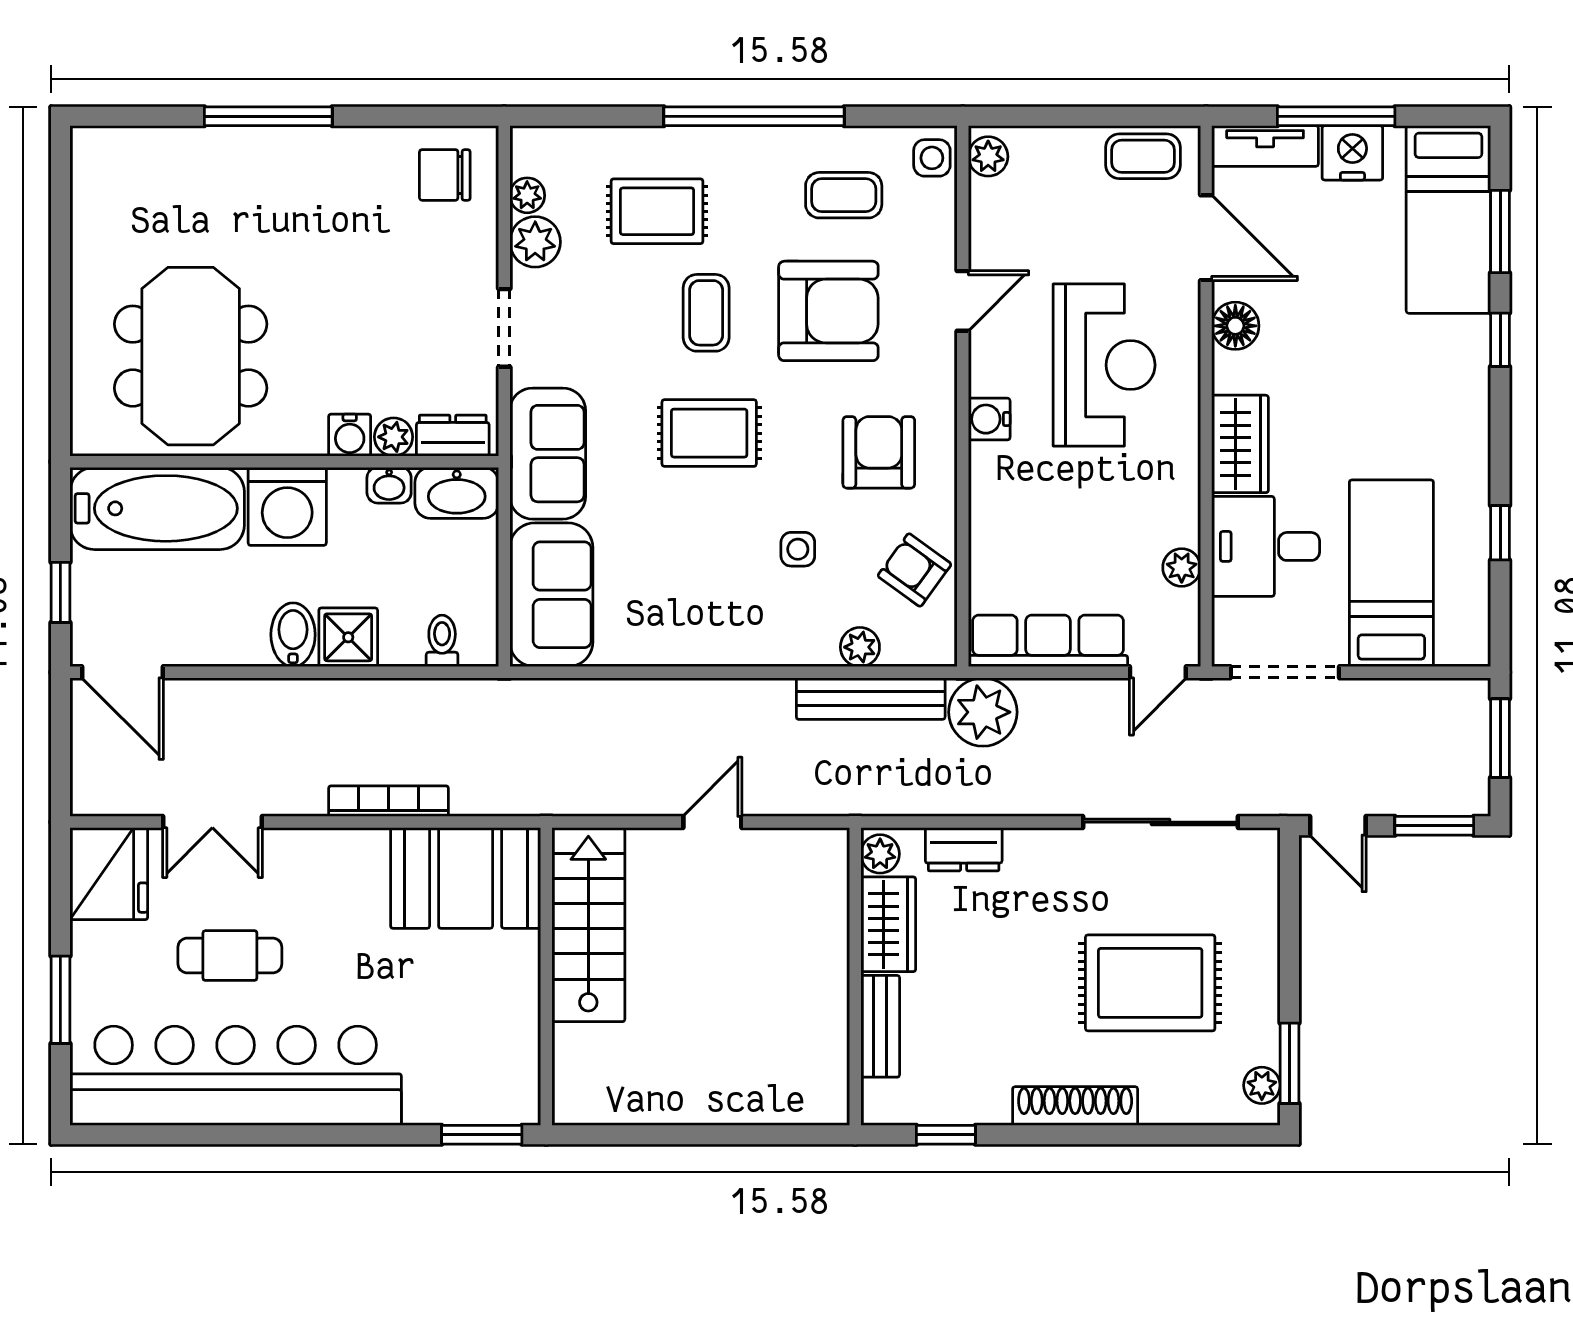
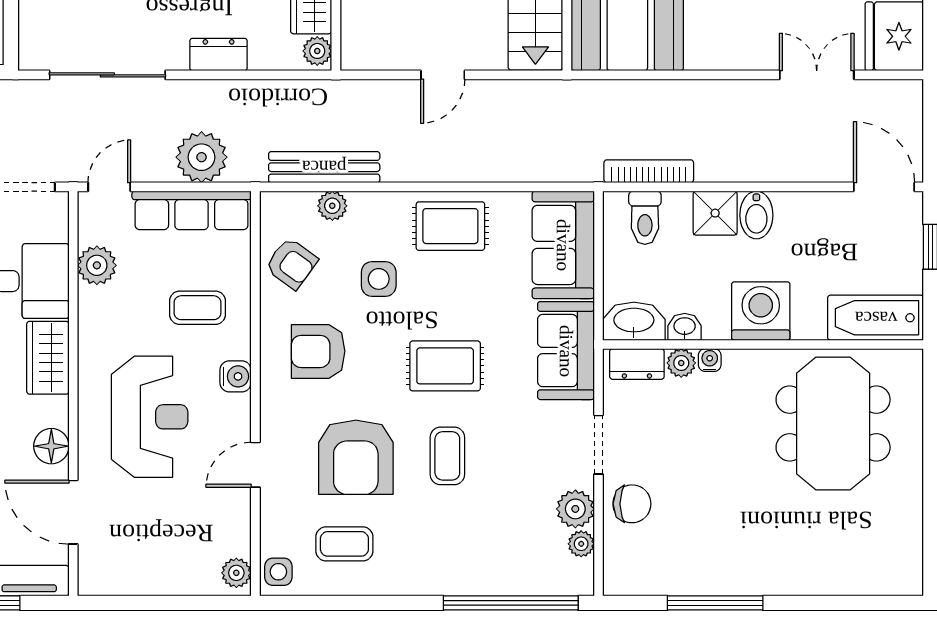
window: (268, 116) -> (715, 603), moved
window: (754, 116) -> (511, 603), moved
coffee table: (1143, 156) -> (197, 308), moved
chair: (445, 175) -> (632, 504), moved
rug: (657, 211) -> (450, 226), moved
armchair: (828, 311) -> (356, 457), turned -90
reception desk: (1104, 365) -> (150, 417), turned 180
water cooler: (350, 435) -> (710, 360), width x0.72, depth x0.72
armchair: (879, 452) -> (318, 351), turned 90
bathtub: (157, 508) -> (876, 318), width x0.73, depth x0.73
side table: (798, 549) -> (379, 279), width x1.37, depth x1.37
plant: (1182, 567) -> (97, 265), width x1.38, depth x1.38
toilet: (442, 641) -> (645, 218), width x1.37, depth x1.39
plant: (983, 712) -> (202, 157), moved
bookcase: (389, 801) -> (649, 171), moved, turned 180
dresser: (964, 849) -> (218, 55), moved

